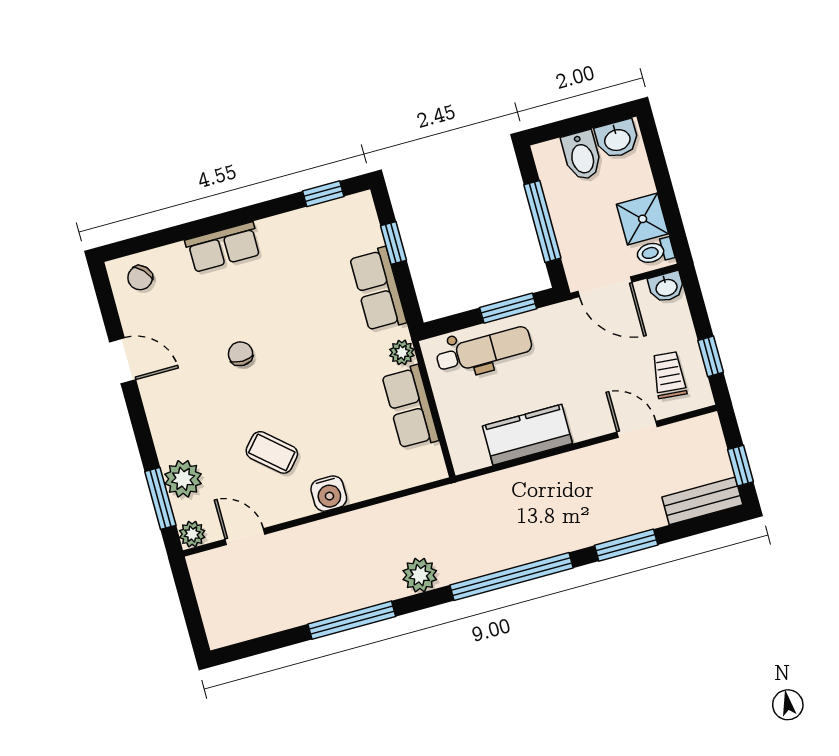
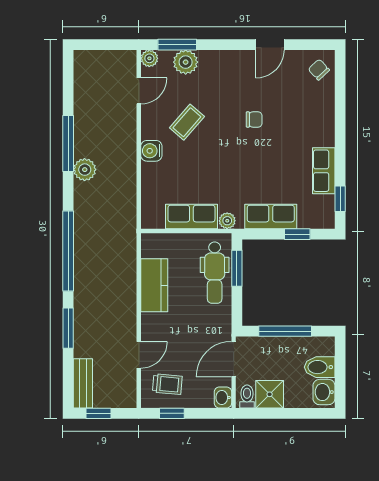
row of seats: (223, 247) -> (324, 171), moved
window: (508, 308) -> (237, 268), moved
plant: (420, 575) -> (85, 170), moved

